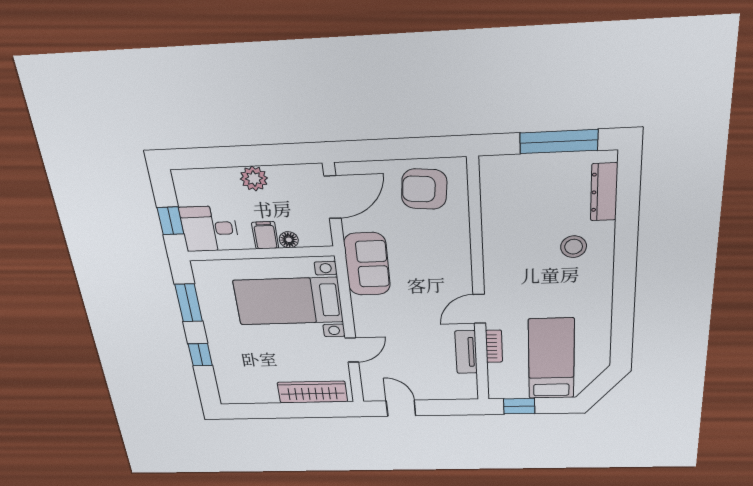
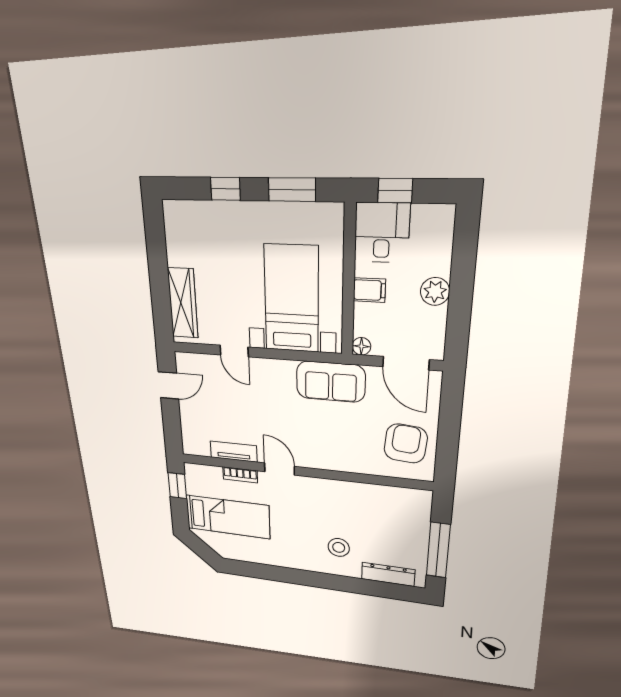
floor lamp: (289, 240) -> (361, 346), moved

